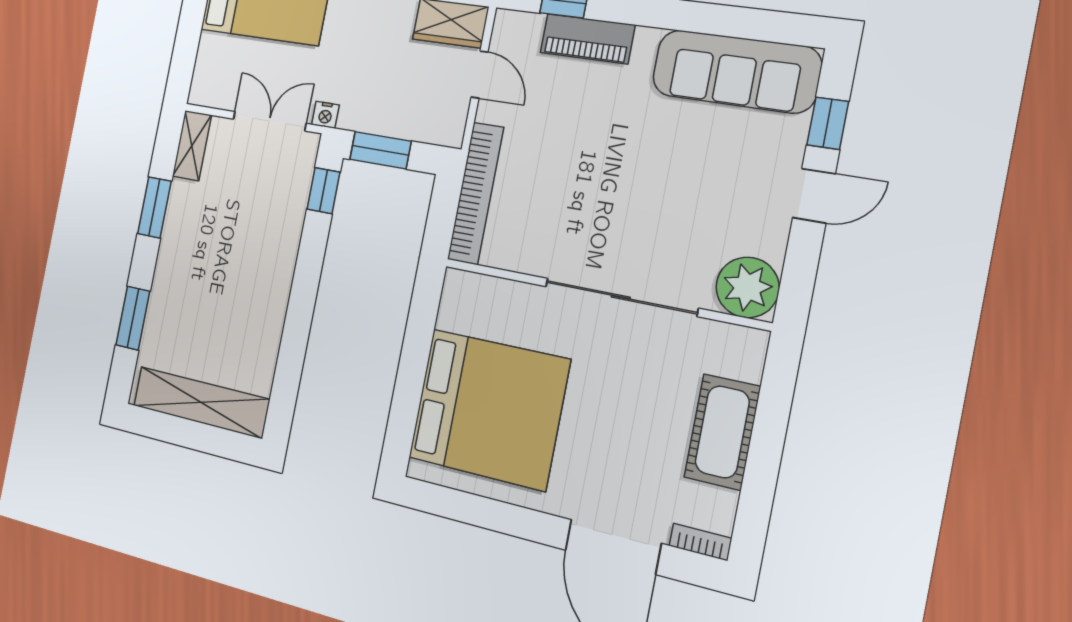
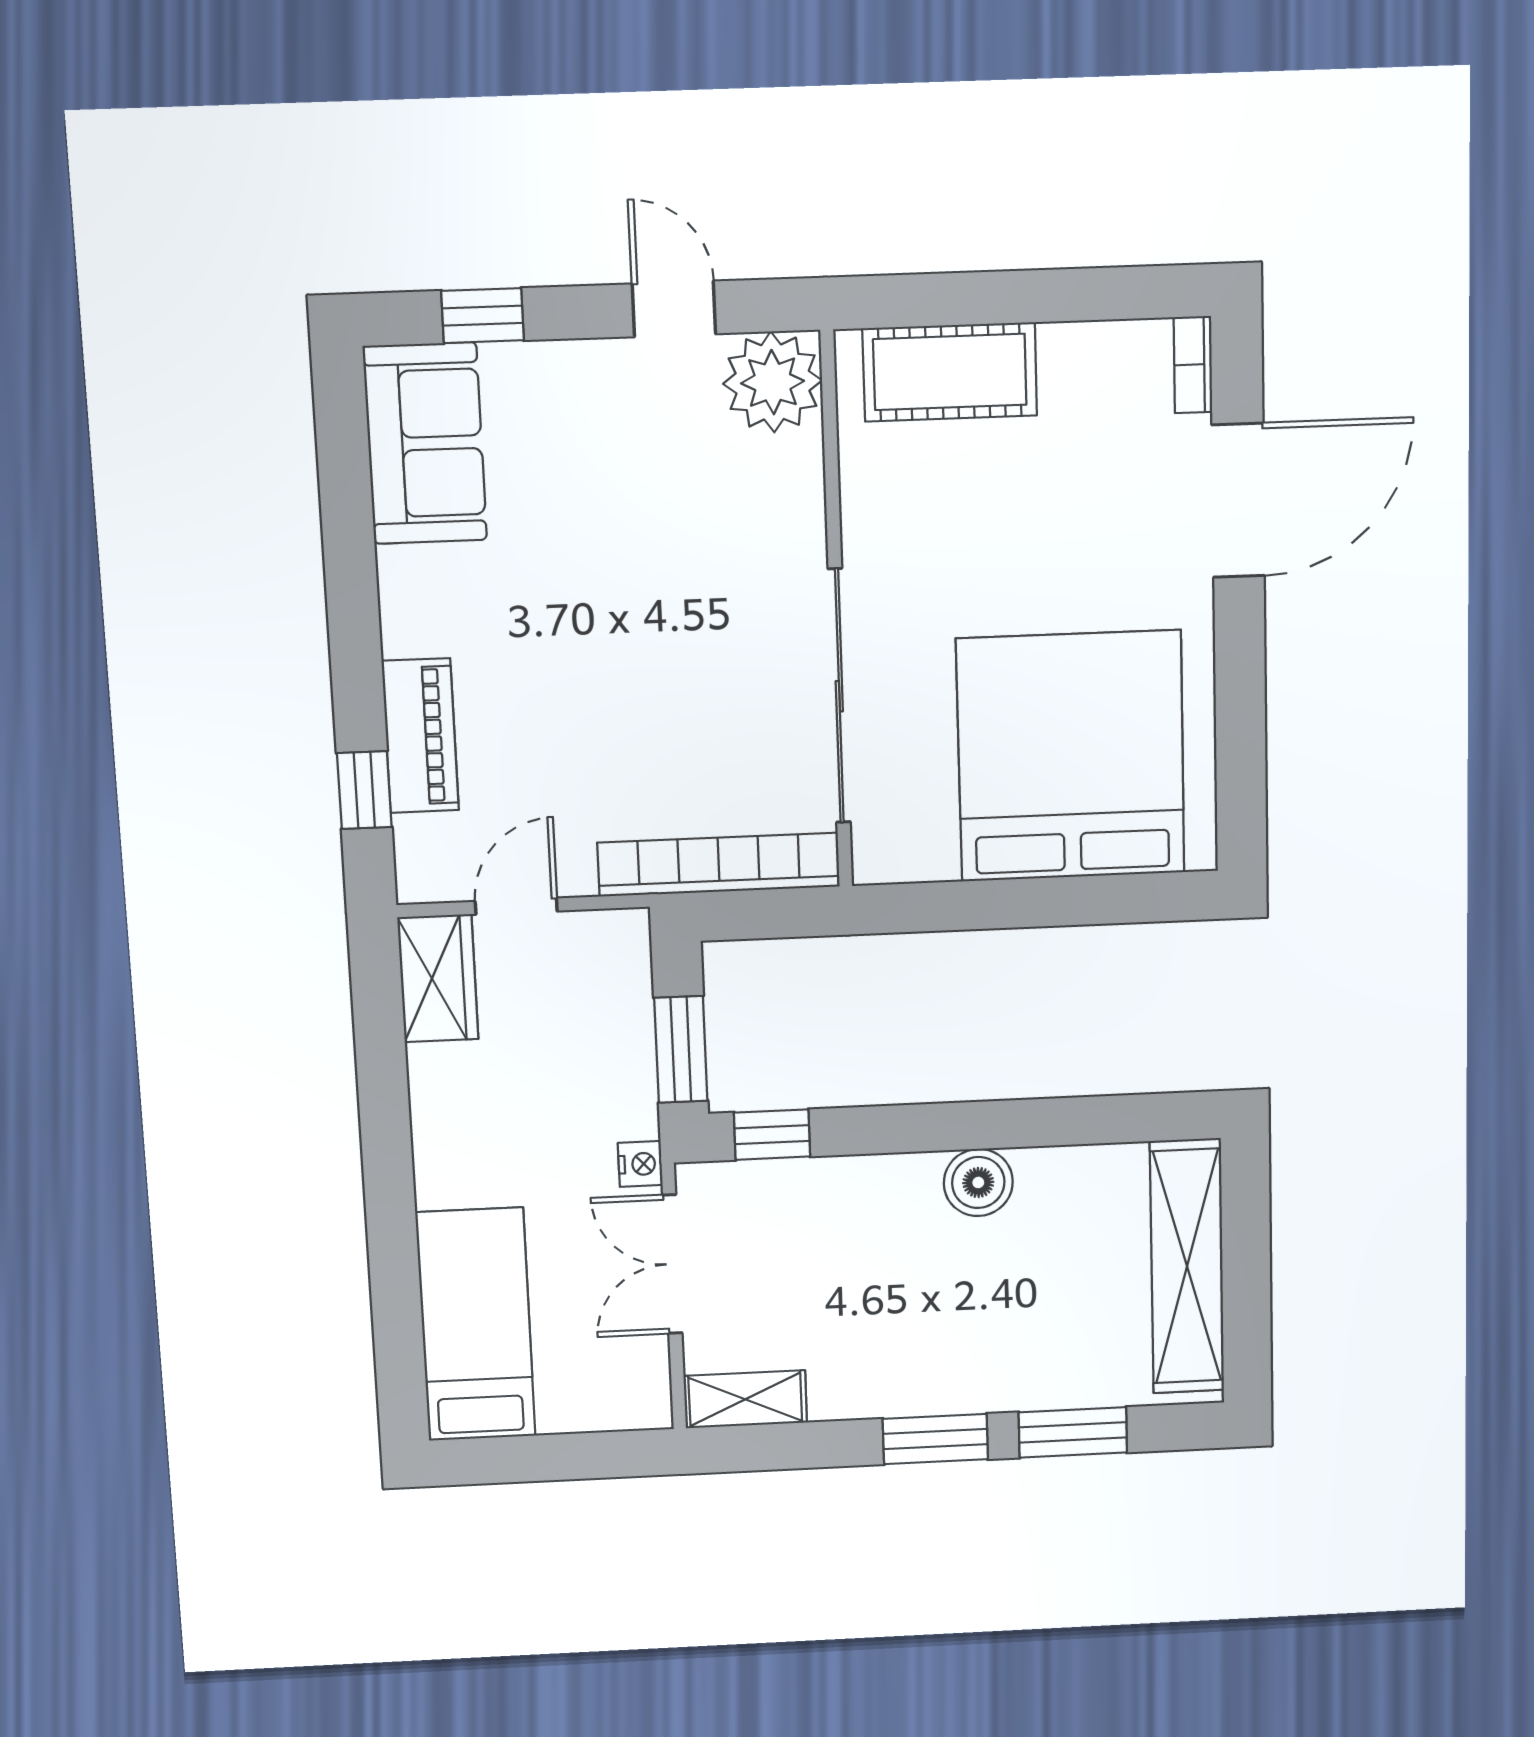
sofa: (736, 71) -> (425, 443), width x0.73
door: (814, 196) -> (674, 309), moved
window: (154, 207) -> (935, 1439), moved
sliding door: (621, 297) -> (839, 696), moved
boiler: (271, 299) -> (978, 1182), added
cot: (722, 432) -> (950, 372), moved

